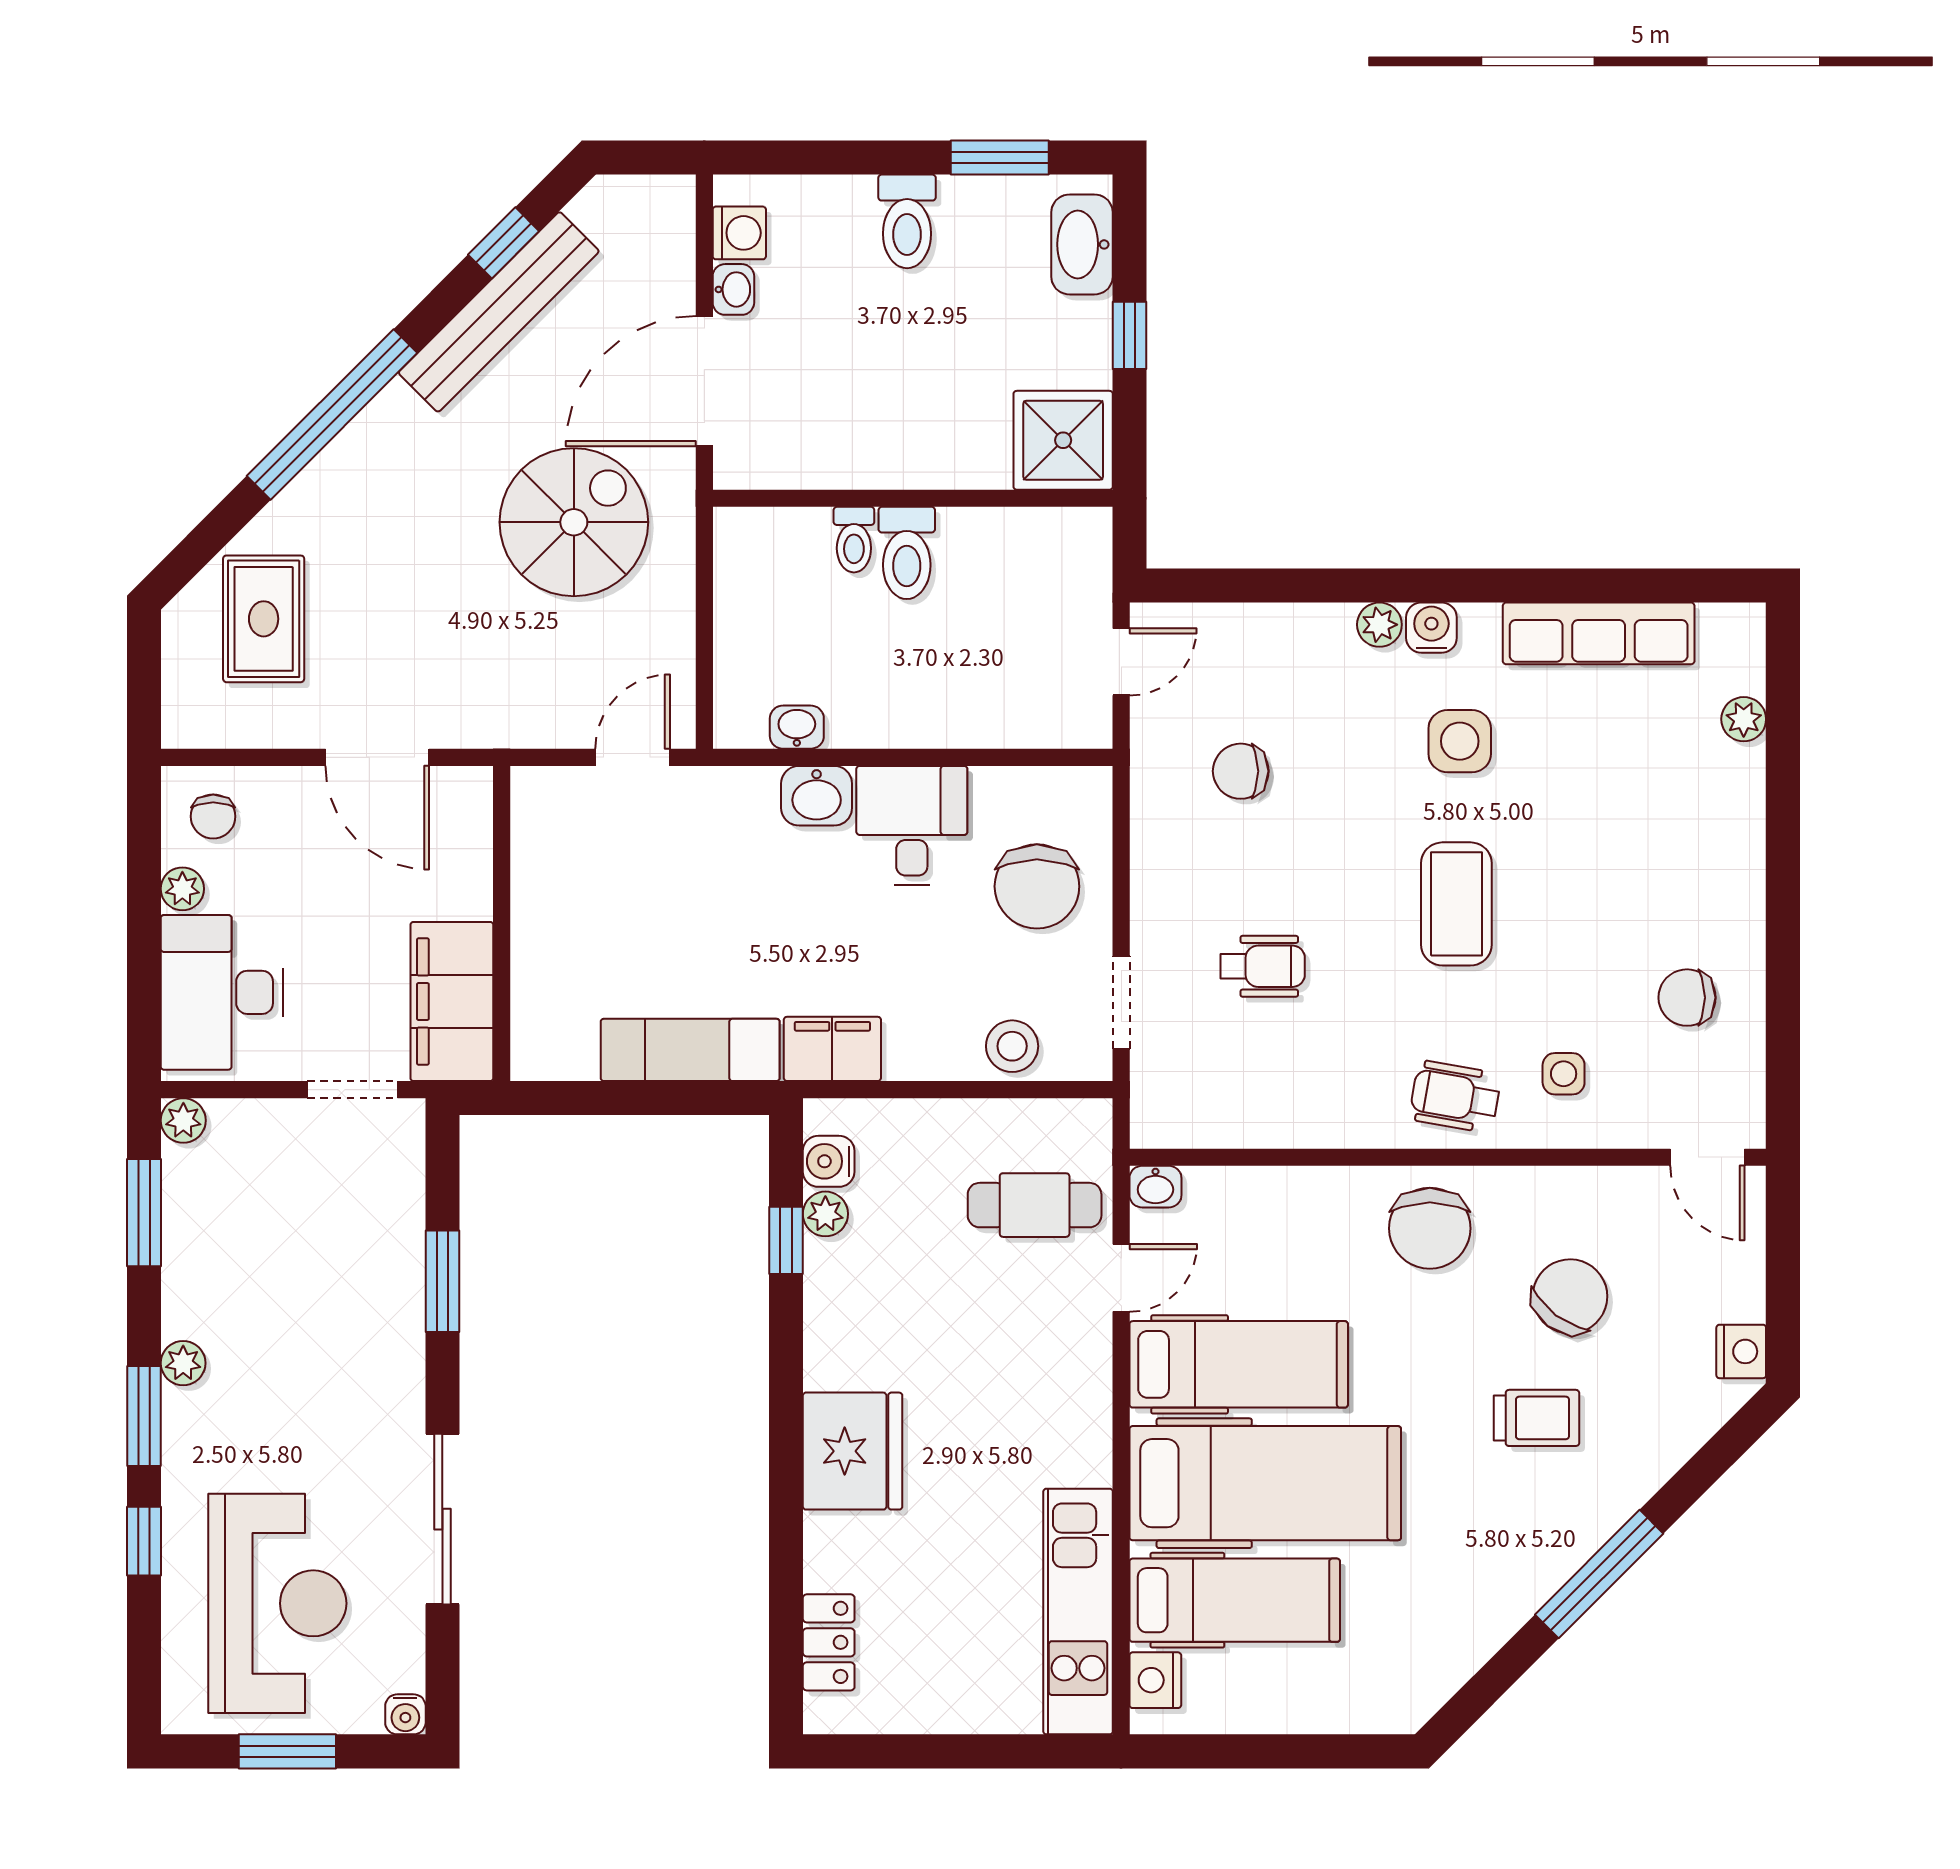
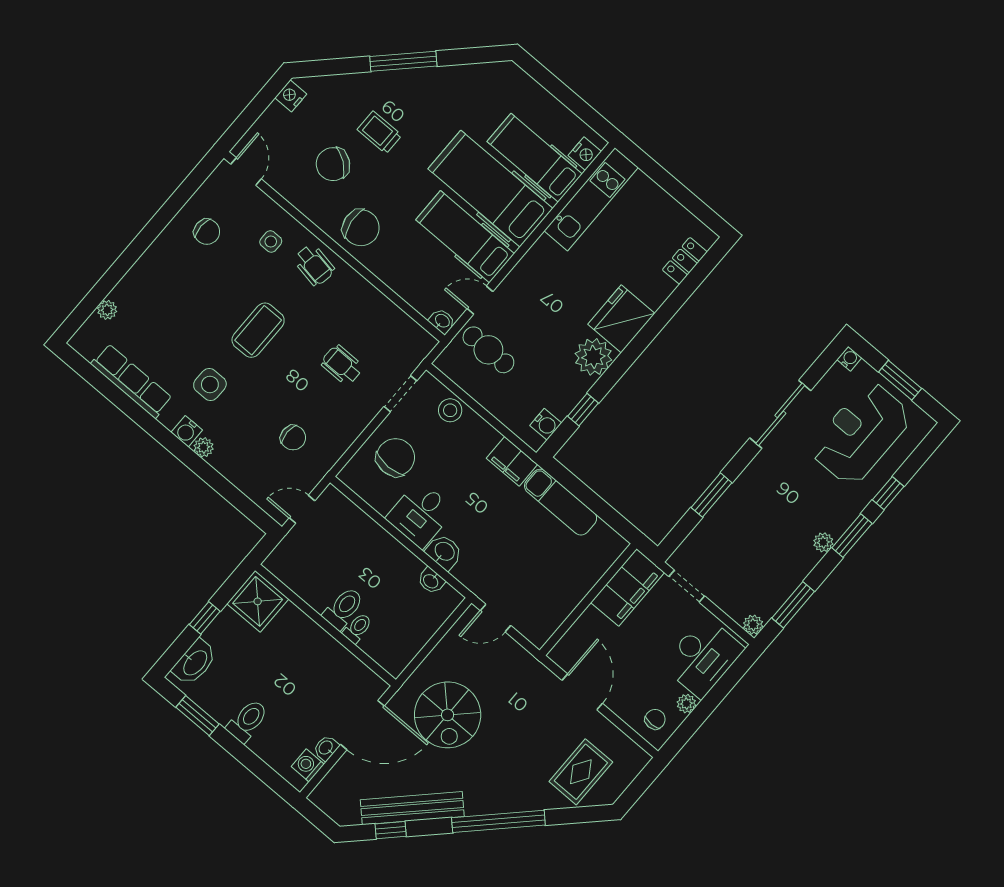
spiral stairs: (574, 522) -> (448, 715), turned -90
plant: (825, 1214) -> (593, 357), moved, width x1.88, depth x1.88
chair: (1430, 1228) -> (361, 228), turned 83

